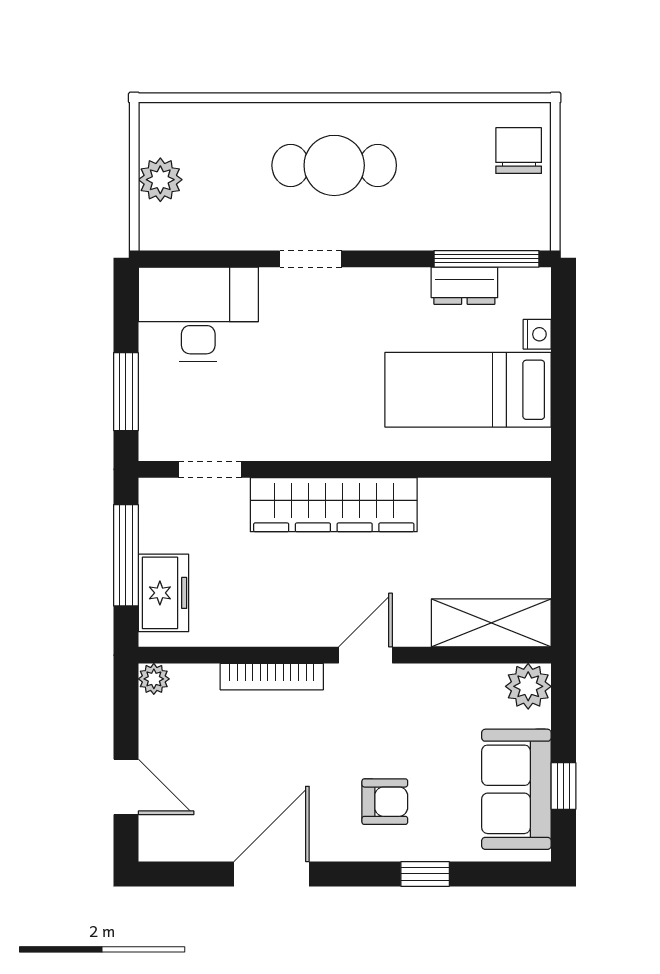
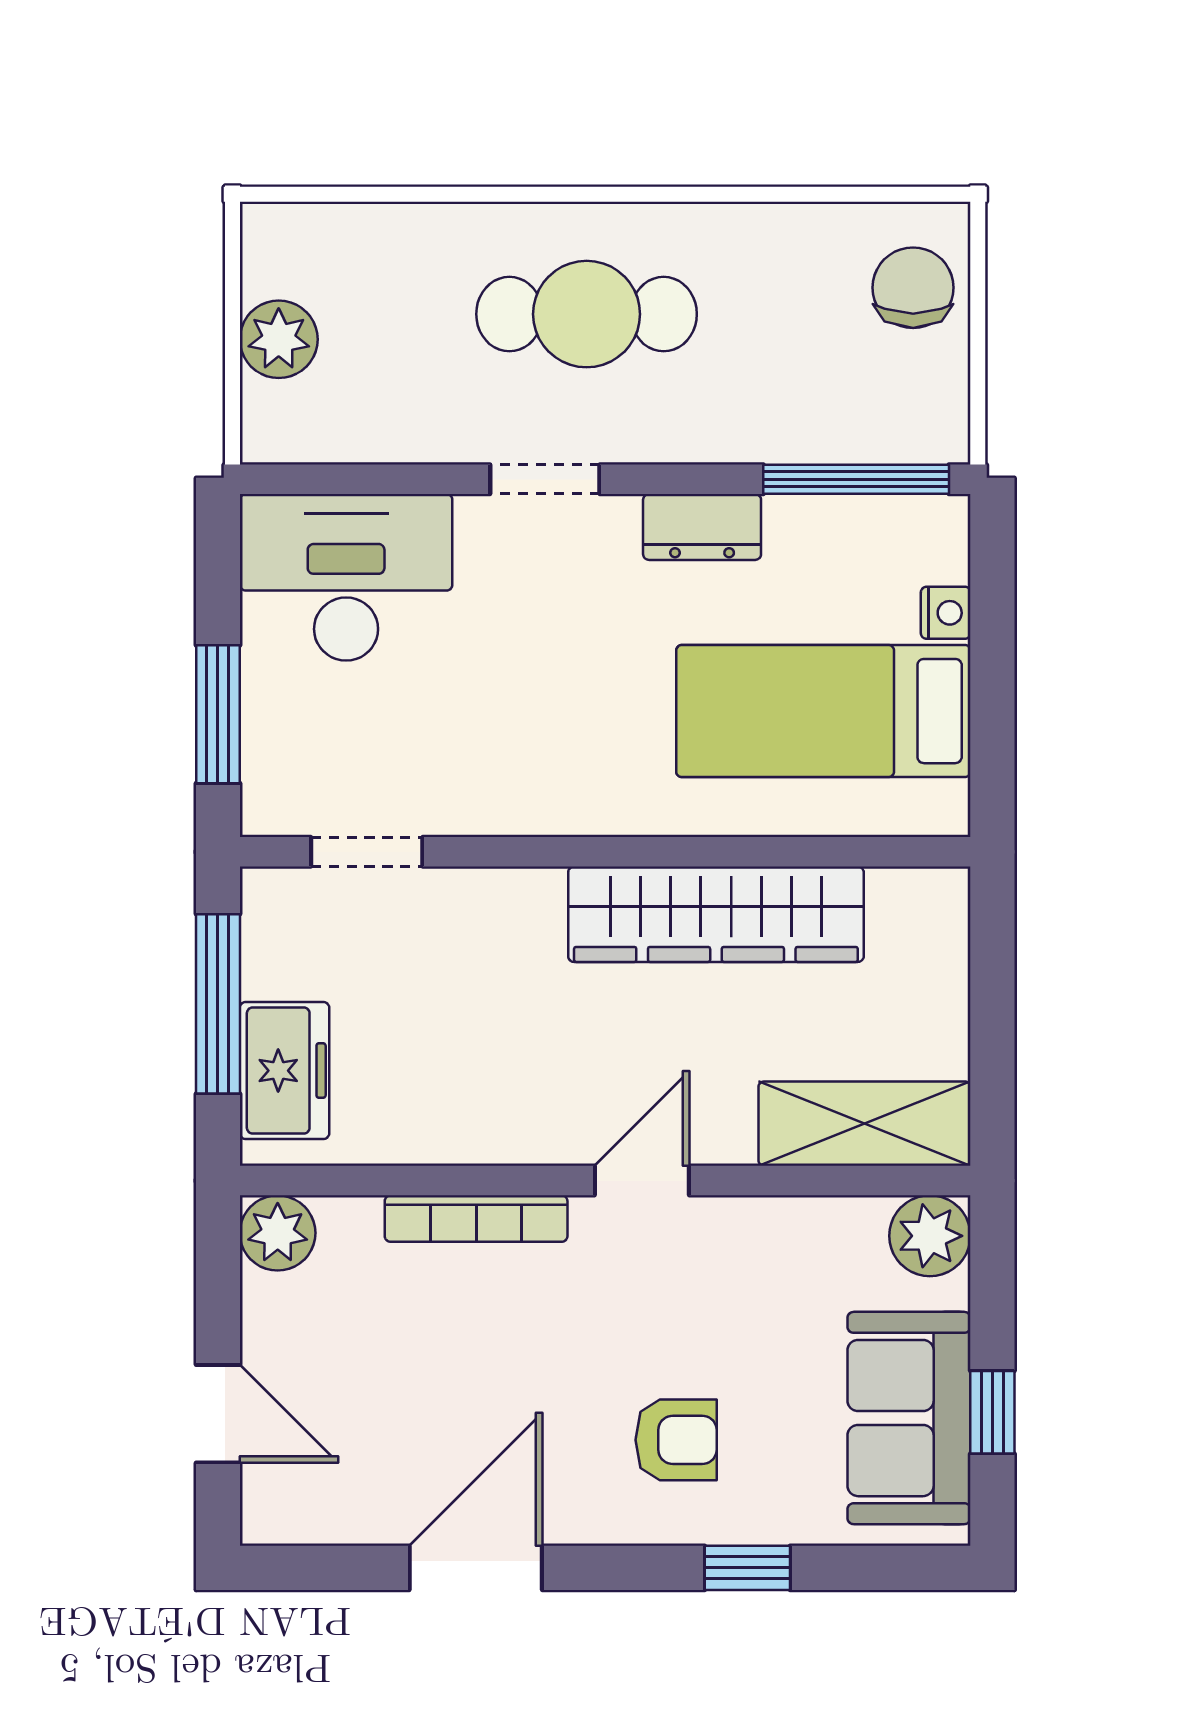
dresser: (464, 286) -> (702, 527), moved
wardrobe: (334, 505) -> (716, 914), moved
plant: (154, 679) -> (278, 1233), width x1.38, depth x1.38

